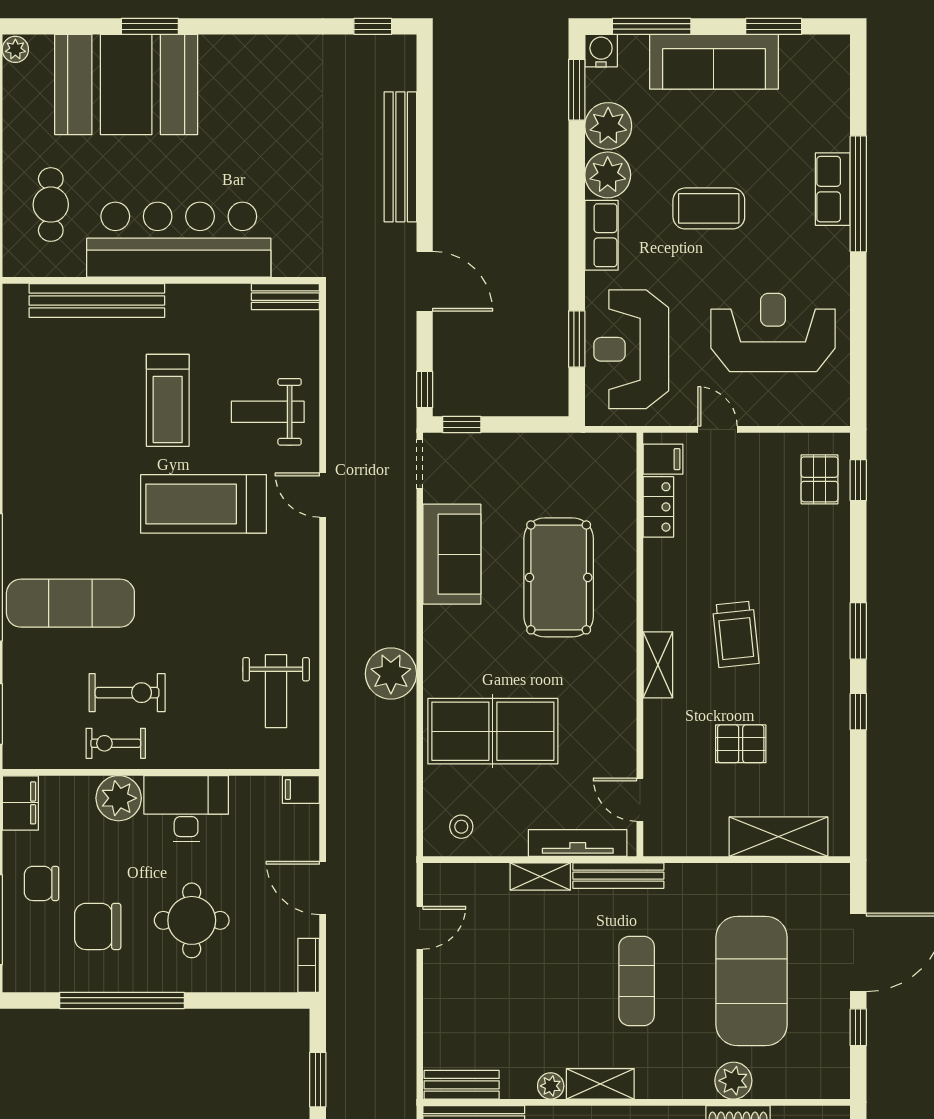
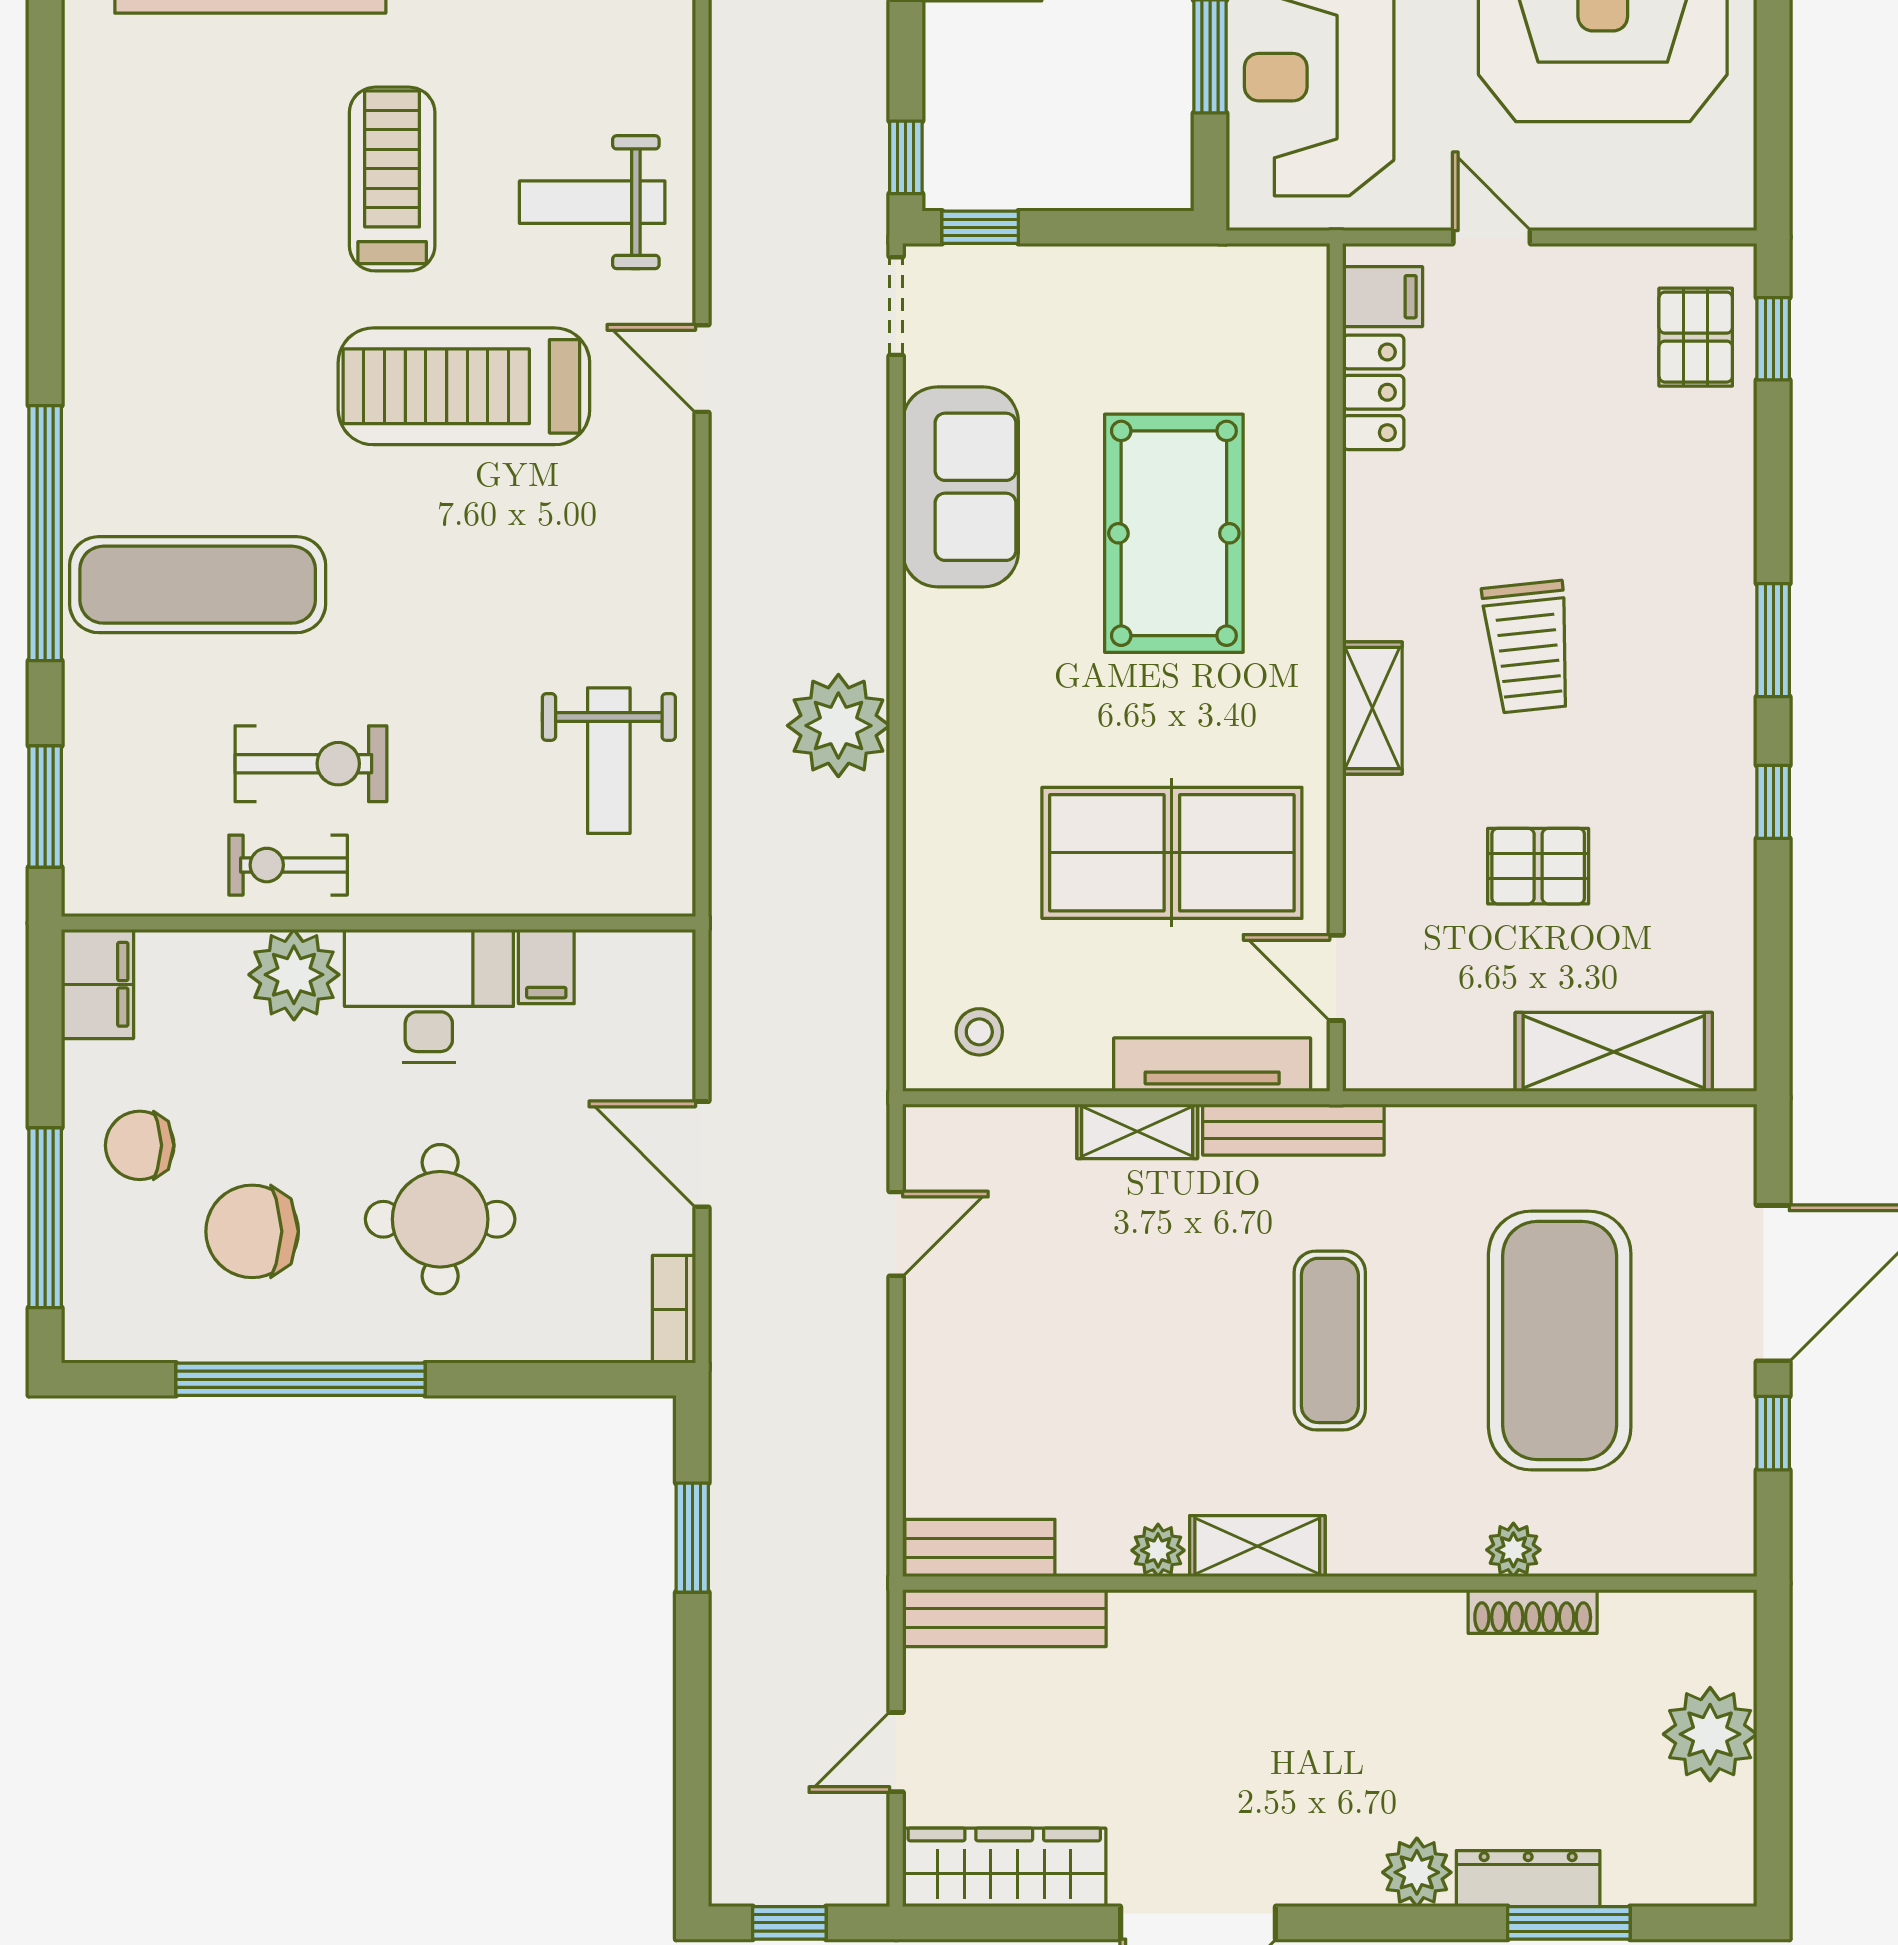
treadmill: (168, 400) -> (392, 179), turned 180
table tennis table: (493, 731) -> (1172, 853), moved
filing cabinet: (301, 789) -> (546, 967), moved, turned -90
plant: (733, 1081) -> (1513, 1550), width x0.73, depth x0.73

